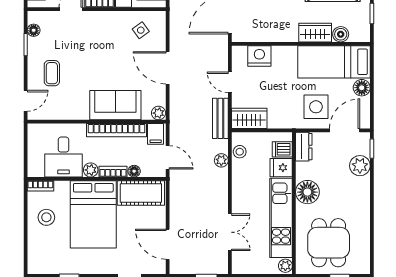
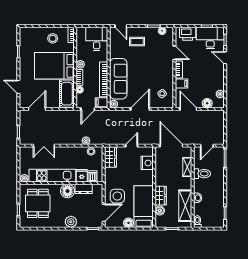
sofa: (115, 105) -> (118, 79), width x1.36
bench: (220, 118) -> (111, 140), removed
door: (345, 130) -> (104, 213), hinge flipped
dresser: (304, 147) -> (84, 189), moved
desk: (63, 157) -> (97, 39), moved, turned 90
plant: (360, 166) -> (71, 222), moved
dining table: (329, 243) -> (38, 203), turned 90

